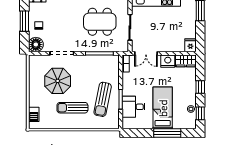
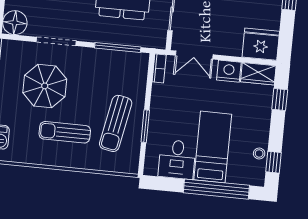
fridge: (190, 45) -> (261, 44), width x1.88, depth x1.34
window: (200, 87) -> (280, 99), moved
desk: (134, 107) -> (177, 159), moved, turned -90
window: (167, 133) -> (216, 189), width x1.46

